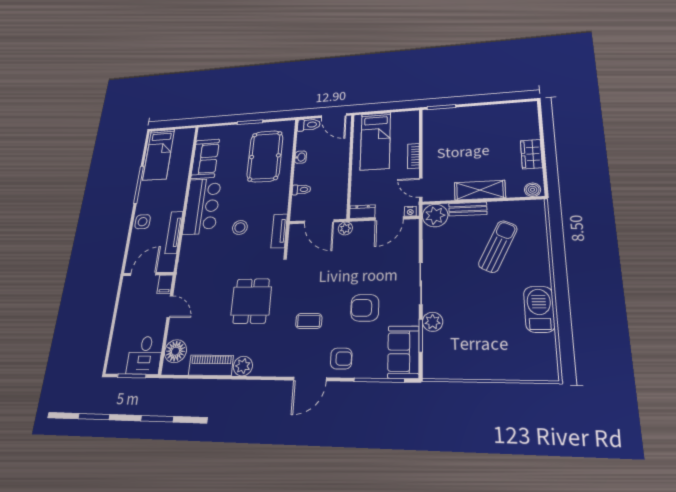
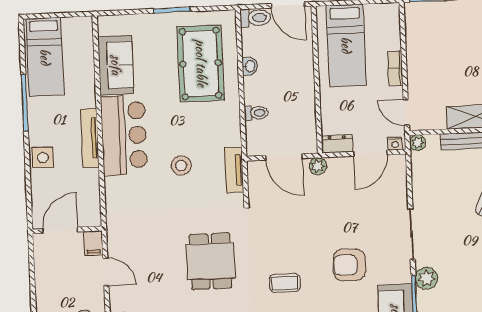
plant: (435, 216) -> (417, 143), width x0.53, depth x0.53
tv unit: (174, 232) -> (90, 138), moved

